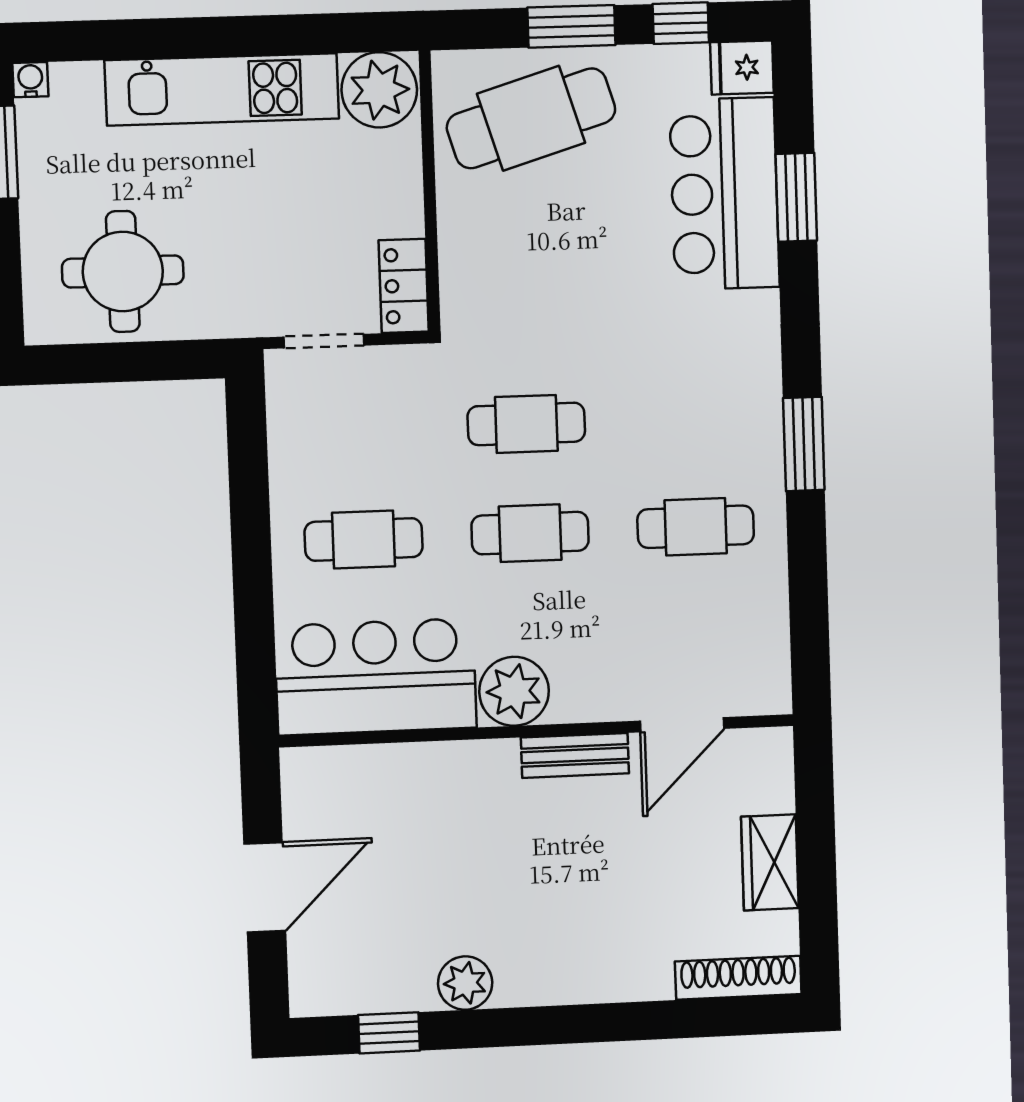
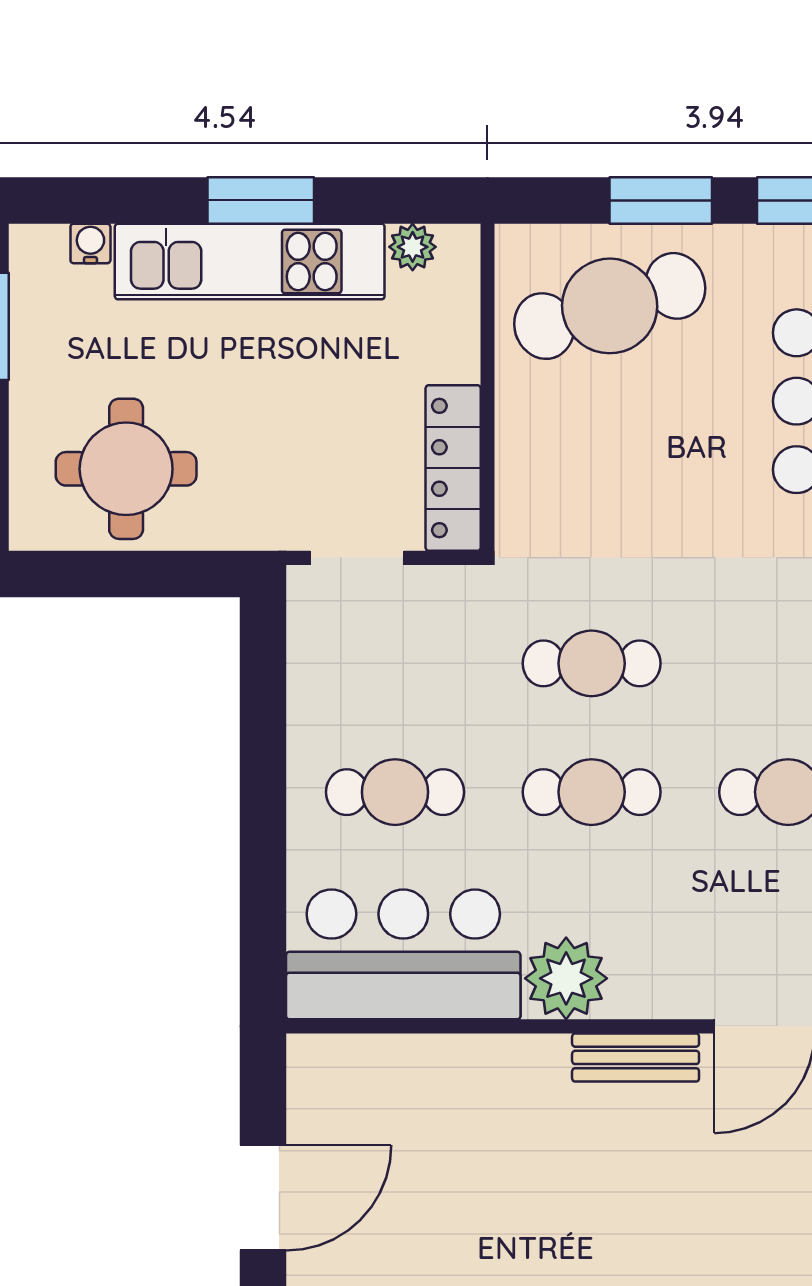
window: (229, 36) -> (261, 200), added
water cooler: (30, 80) -> (90, 243), moved
plant: (379, 90) -> (413, 247), width x0.53, depth x0.53
locker: (404, 286) -> (453, 468), width x1.53

